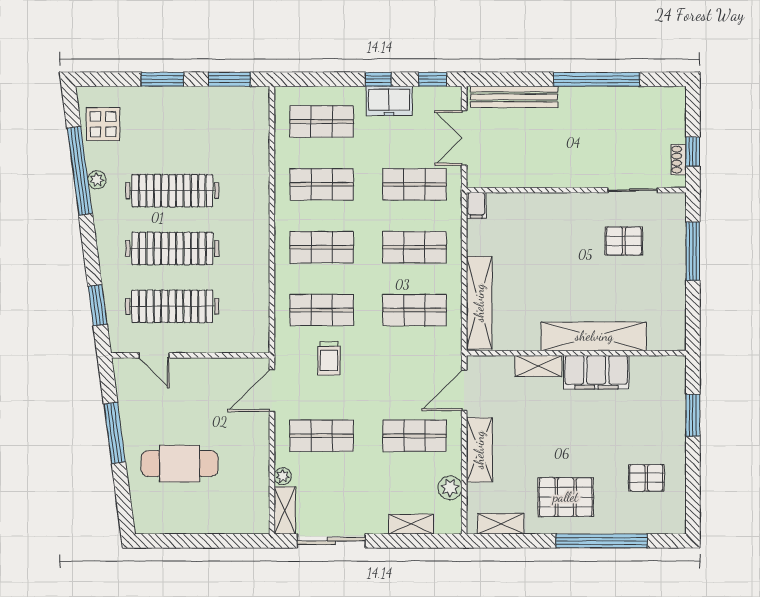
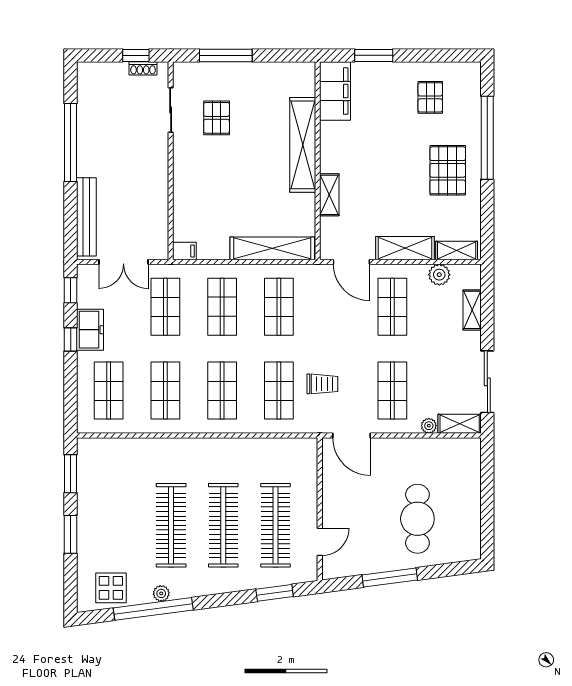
filing cabinet: (596, 372) -> (335, 91), moved
shelving: (501, 524) -> (457, 250), moved, turned 90

